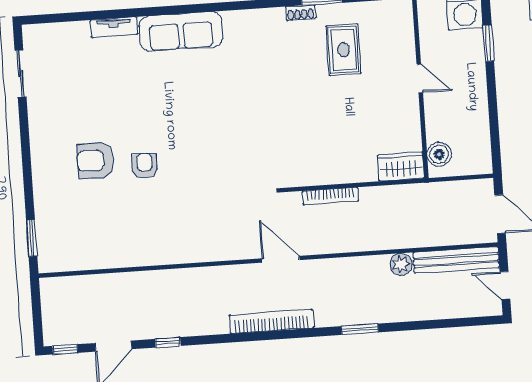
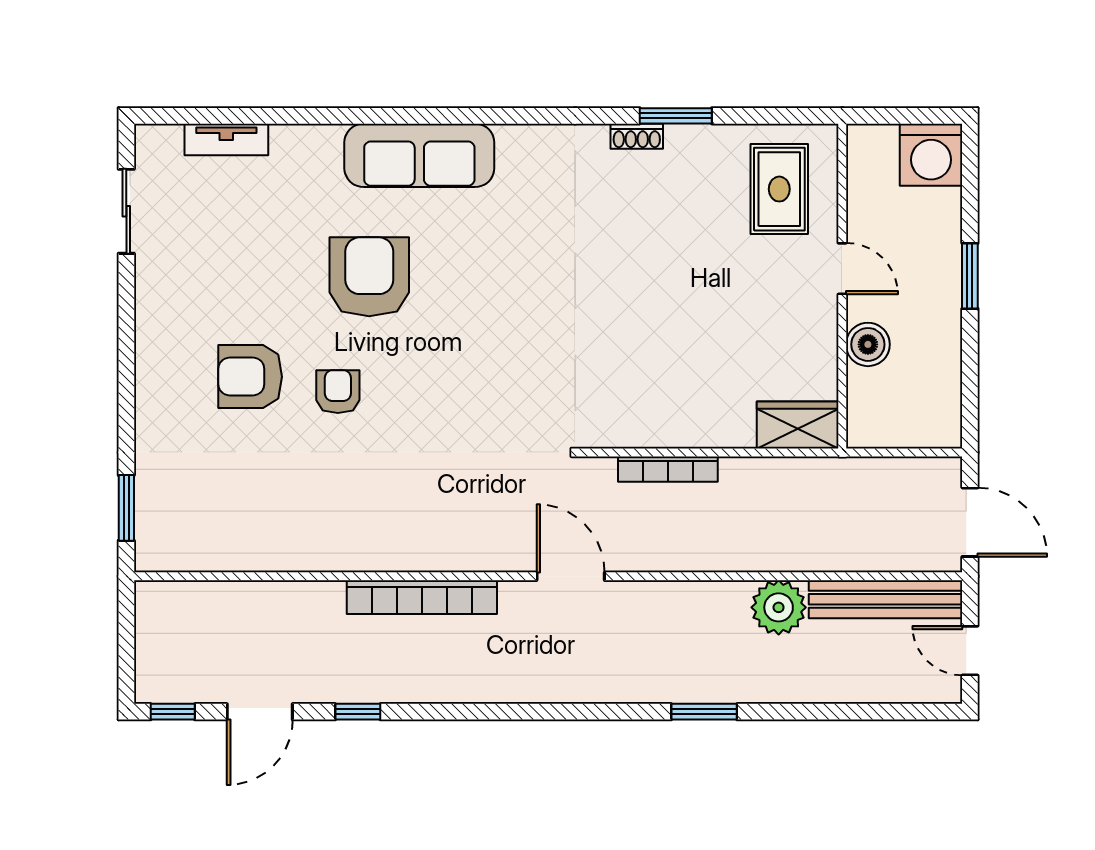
tv unit: (114, 27) -> (226, 139), moved
window: (488, 43) -> (970, 276), moved
rug: (343, 50) -> (779, 189), moved
armchair: (158, 101) -> (369, 277), added
boiler: (439, 154) -> (868, 344), moved
plant: (401, 264) -> (779, 607), width x1.36, depth x1.36
bookcase: (271, 322) -> (422, 597), moved, turned 180

